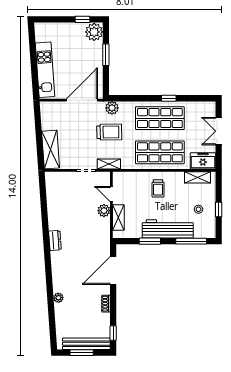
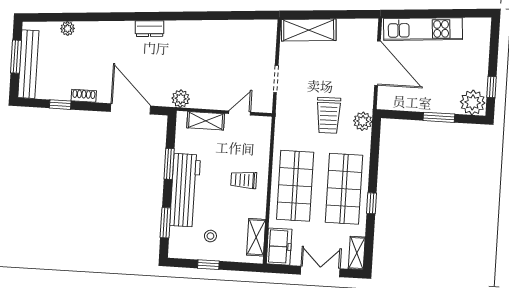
door: (82, 100) -> (377, 63), moved
shelving: (109, 164) -> (357, 253), moved
plant: (104, 211) -> (181, 99), moved
dresser: (55, 241) -> (149, 29), moved
window: (191, 241) -> (165, 223), width x0.69
plant: (58, 298) -> (68, 29), moved
window: (113, 333) -> (60, 105), moved

